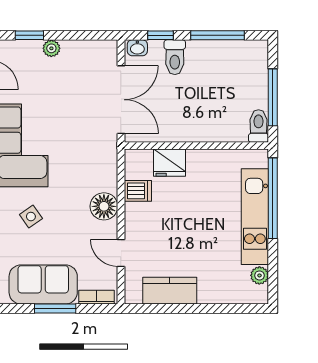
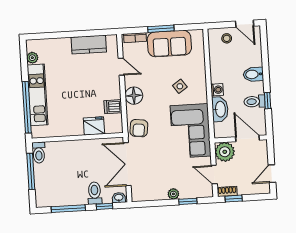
armchair: (99, 155) -> (139, 128), added

